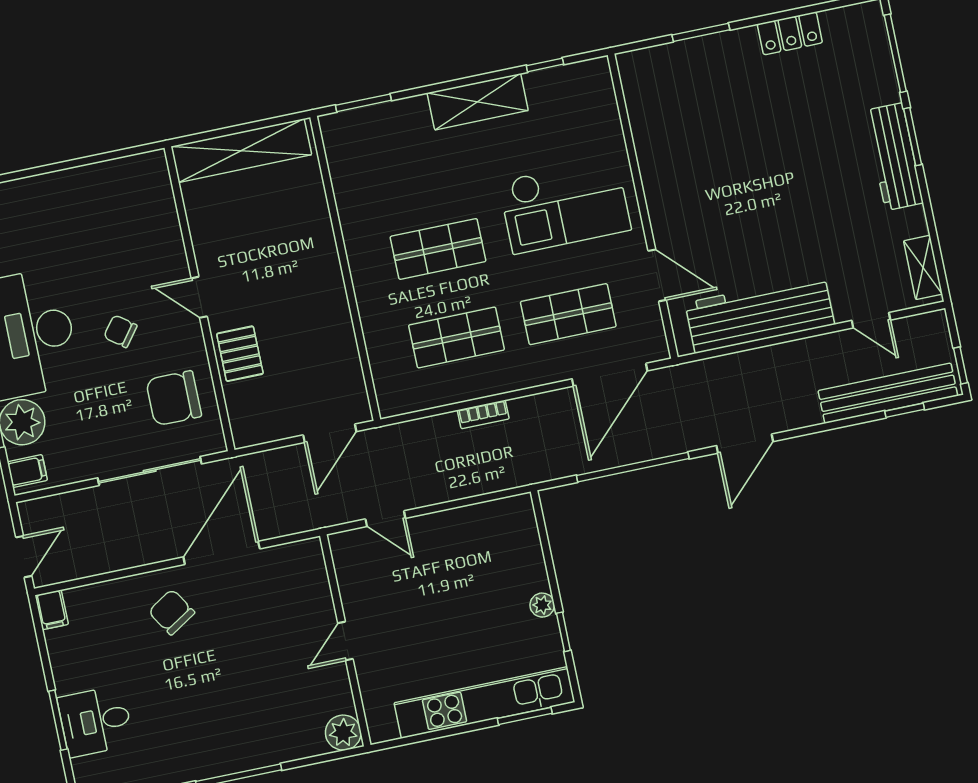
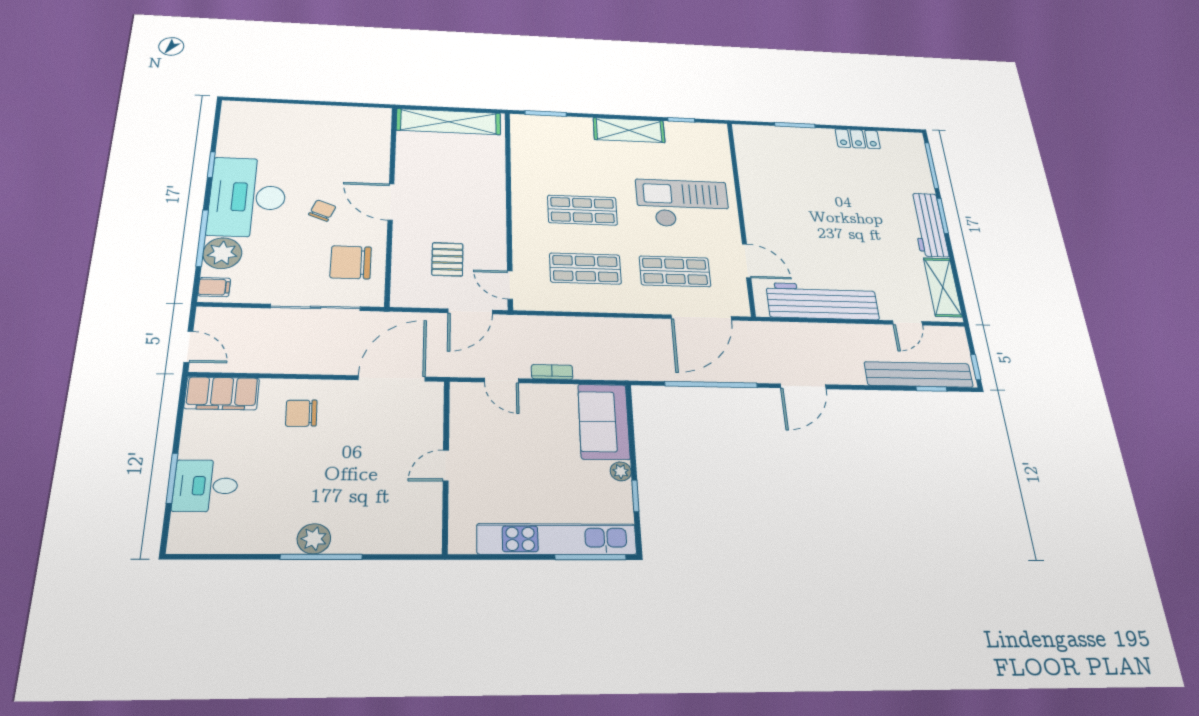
checkout: (565, 206) -> (683, 204), turned 180
shelving: (923, 267) -> (943, 287), width x1.50, depth x1.33
door: (199, 297) -> (391, 202), width x1.38
door: (871, 320) -> (907, 323), hinge flipped
chair: (120, 331) -> (322, 211), turned 75
pallet: (240, 354) -> (447, 259), moved
door: (369, 384) -> (510, 285), added
bookcase: (483, 414) -> (552, 372), moved, turned 180
sofa: (513, 546) -> (604, 422), added
door: (222, 553) -> (392, 378), moved
door: (24, 557) -> (188, 347), hinge flipped
filing cabinet: (52, 610) -> (222, 393), width x3.00, depth x1.17
chair: (172, 612) -> (301, 413), turned -60
window: (525, 716) -> (591, 557), width x1.44
plant: (343, 733) -> (314, 539), moved

